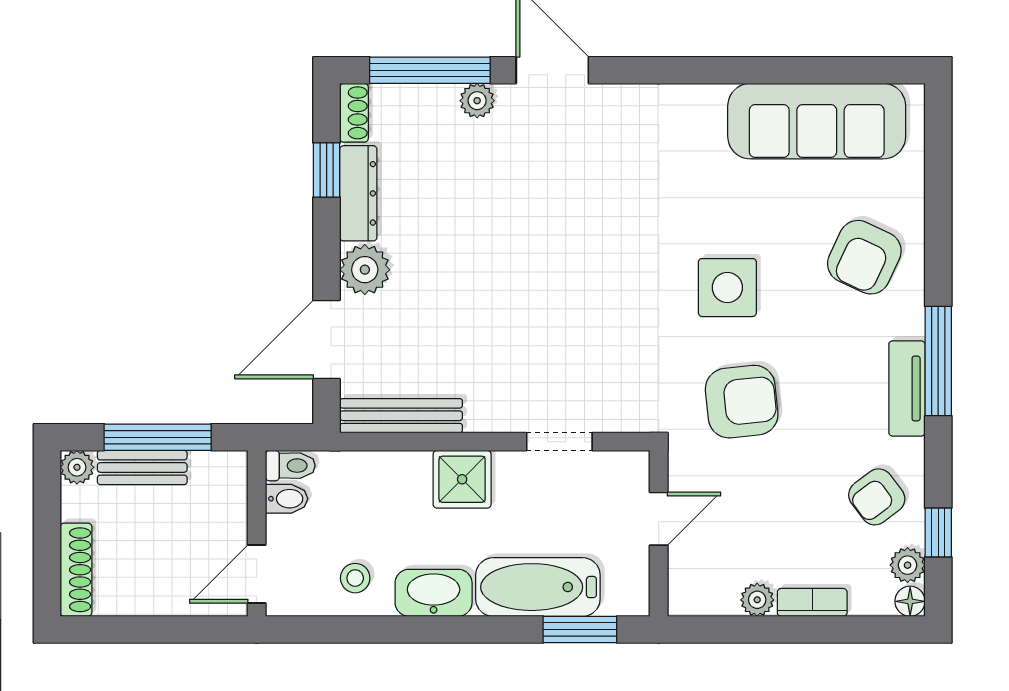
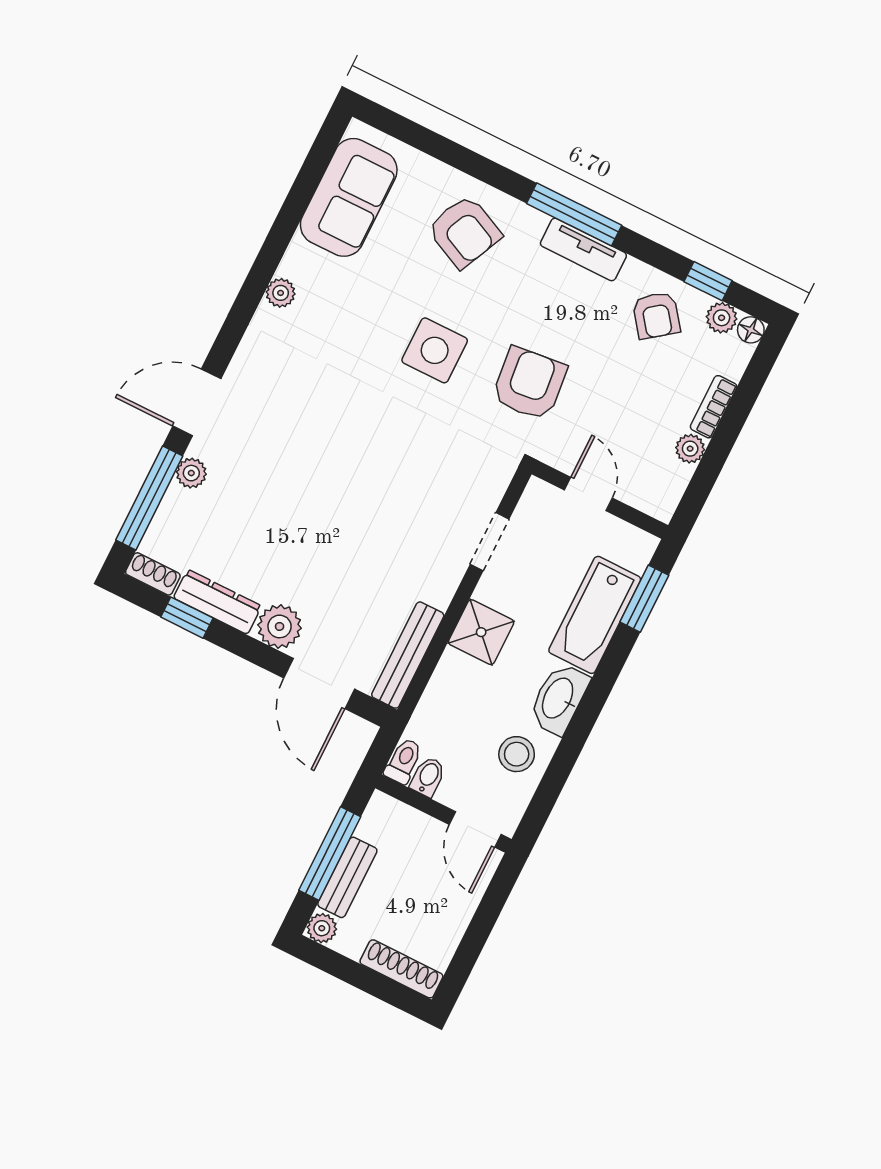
plant: (708, 100) -> (281, 293), added
sofa: (817, 121) -> (349, 197), width x0.73
stool: (355, 578) -> (517, 754), width x1.37, depth x1.37

